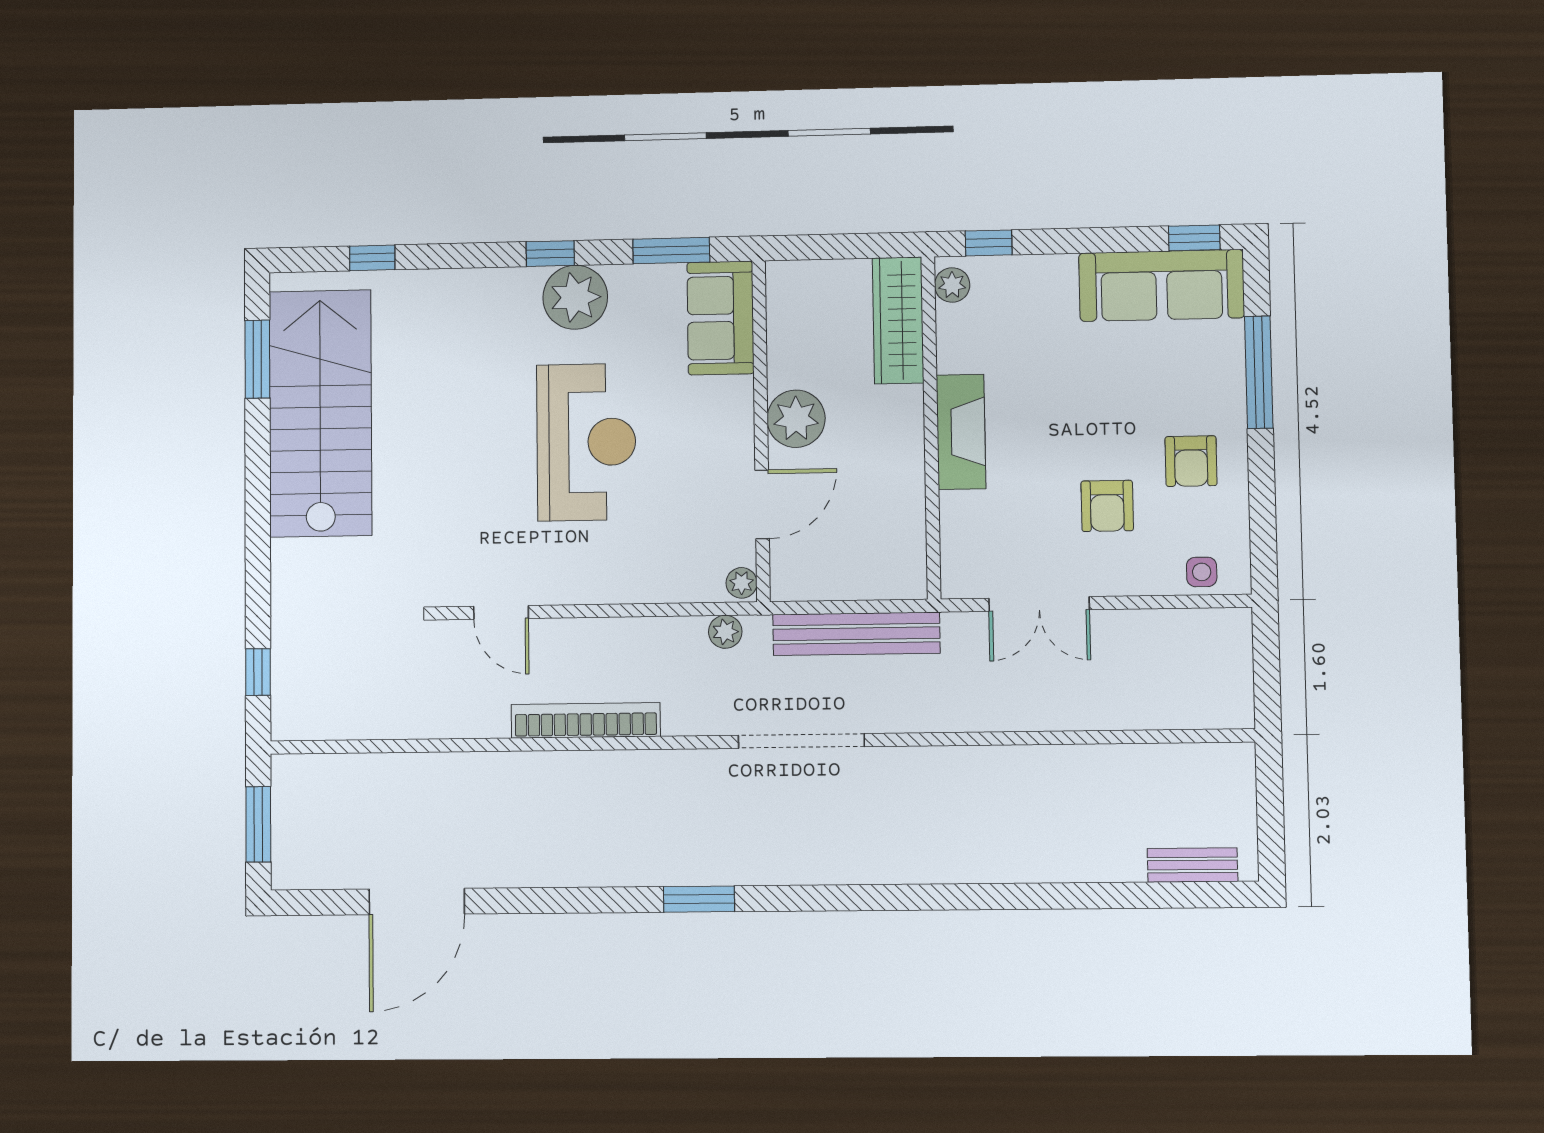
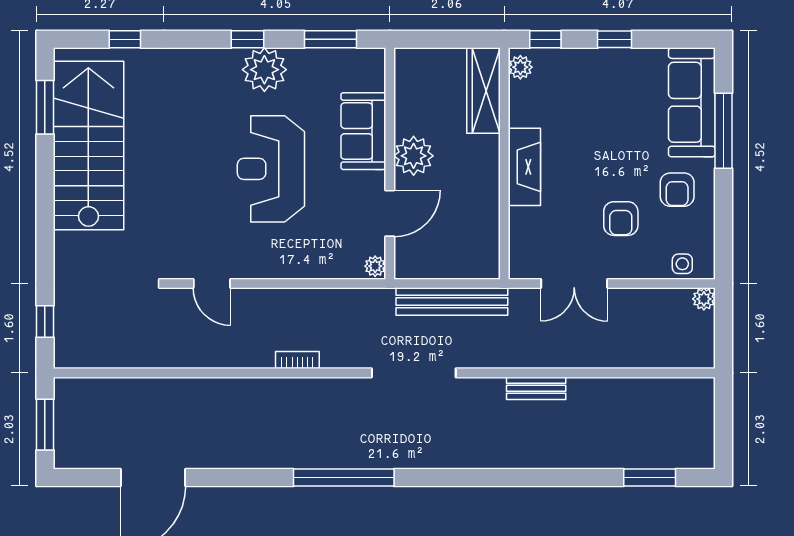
window: (1194, 238) -> (614, 39), moved
sofa: (1162, 285) -> (692, 102), moved, turned 90
sofa: (720, 318) -> (363, 131), moved
reception desk: (586, 442) -> (271, 169), turned 180
plant: (725, 632) -> (704, 299), moved
bookcase: (586, 720) -> (297, 360), width x0.43, depth x0.76
bench: (1192, 865) -> (536, 388), moved
window: (1160, 895) -> (650, 478), added
window: (699, 899) -> (344, 478), width x2.11

